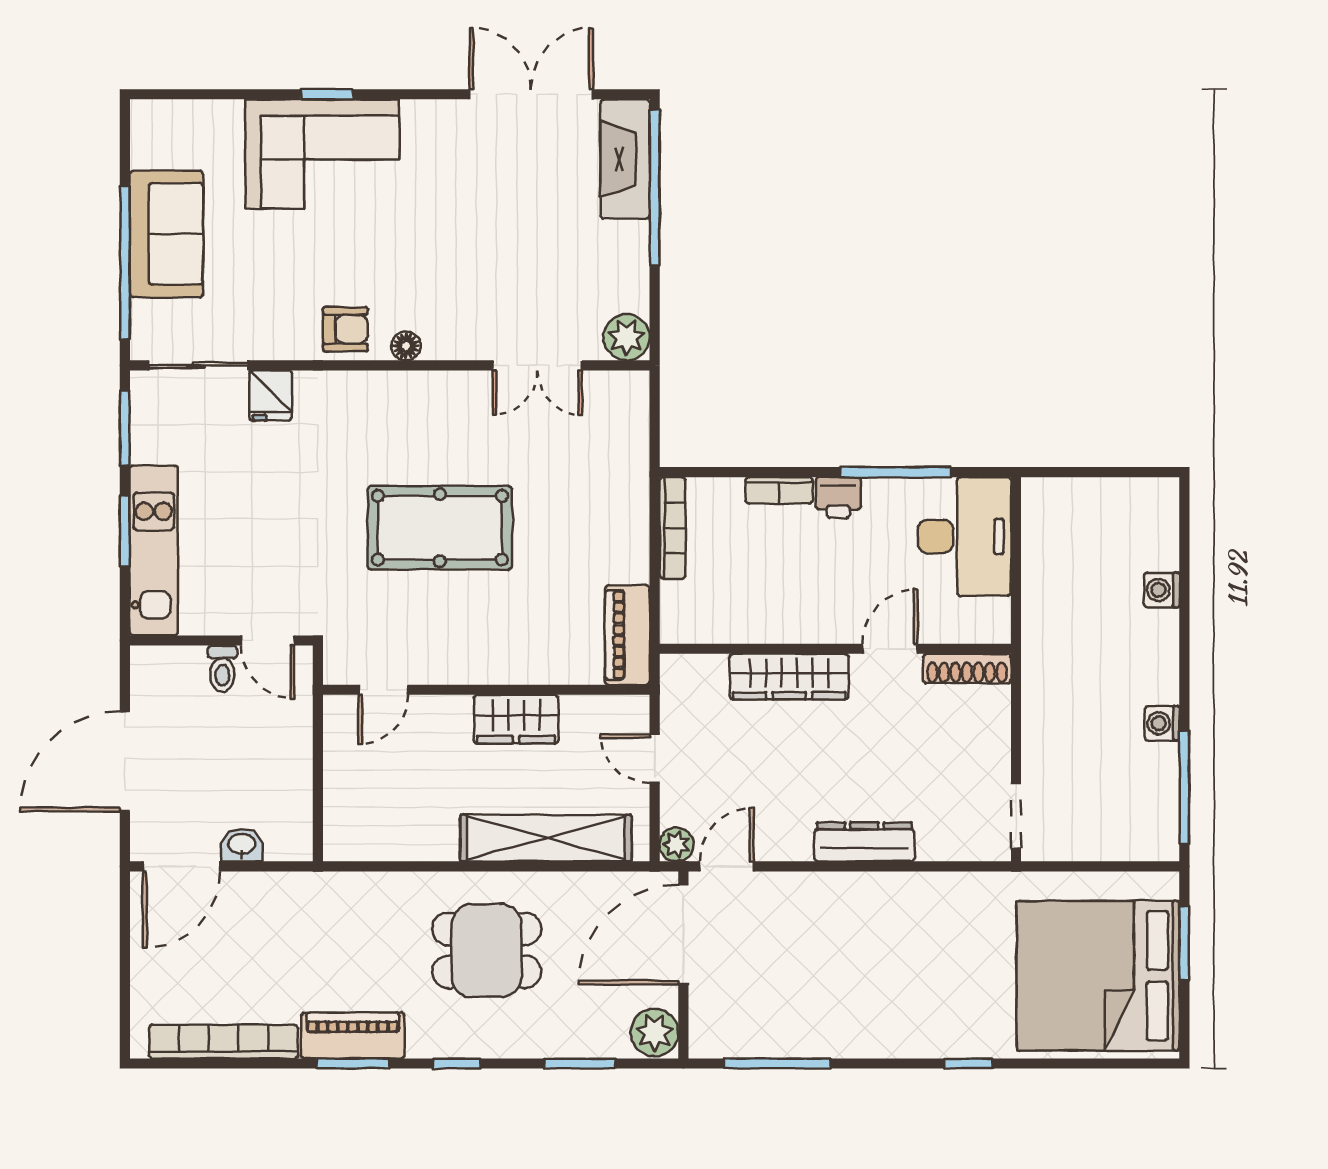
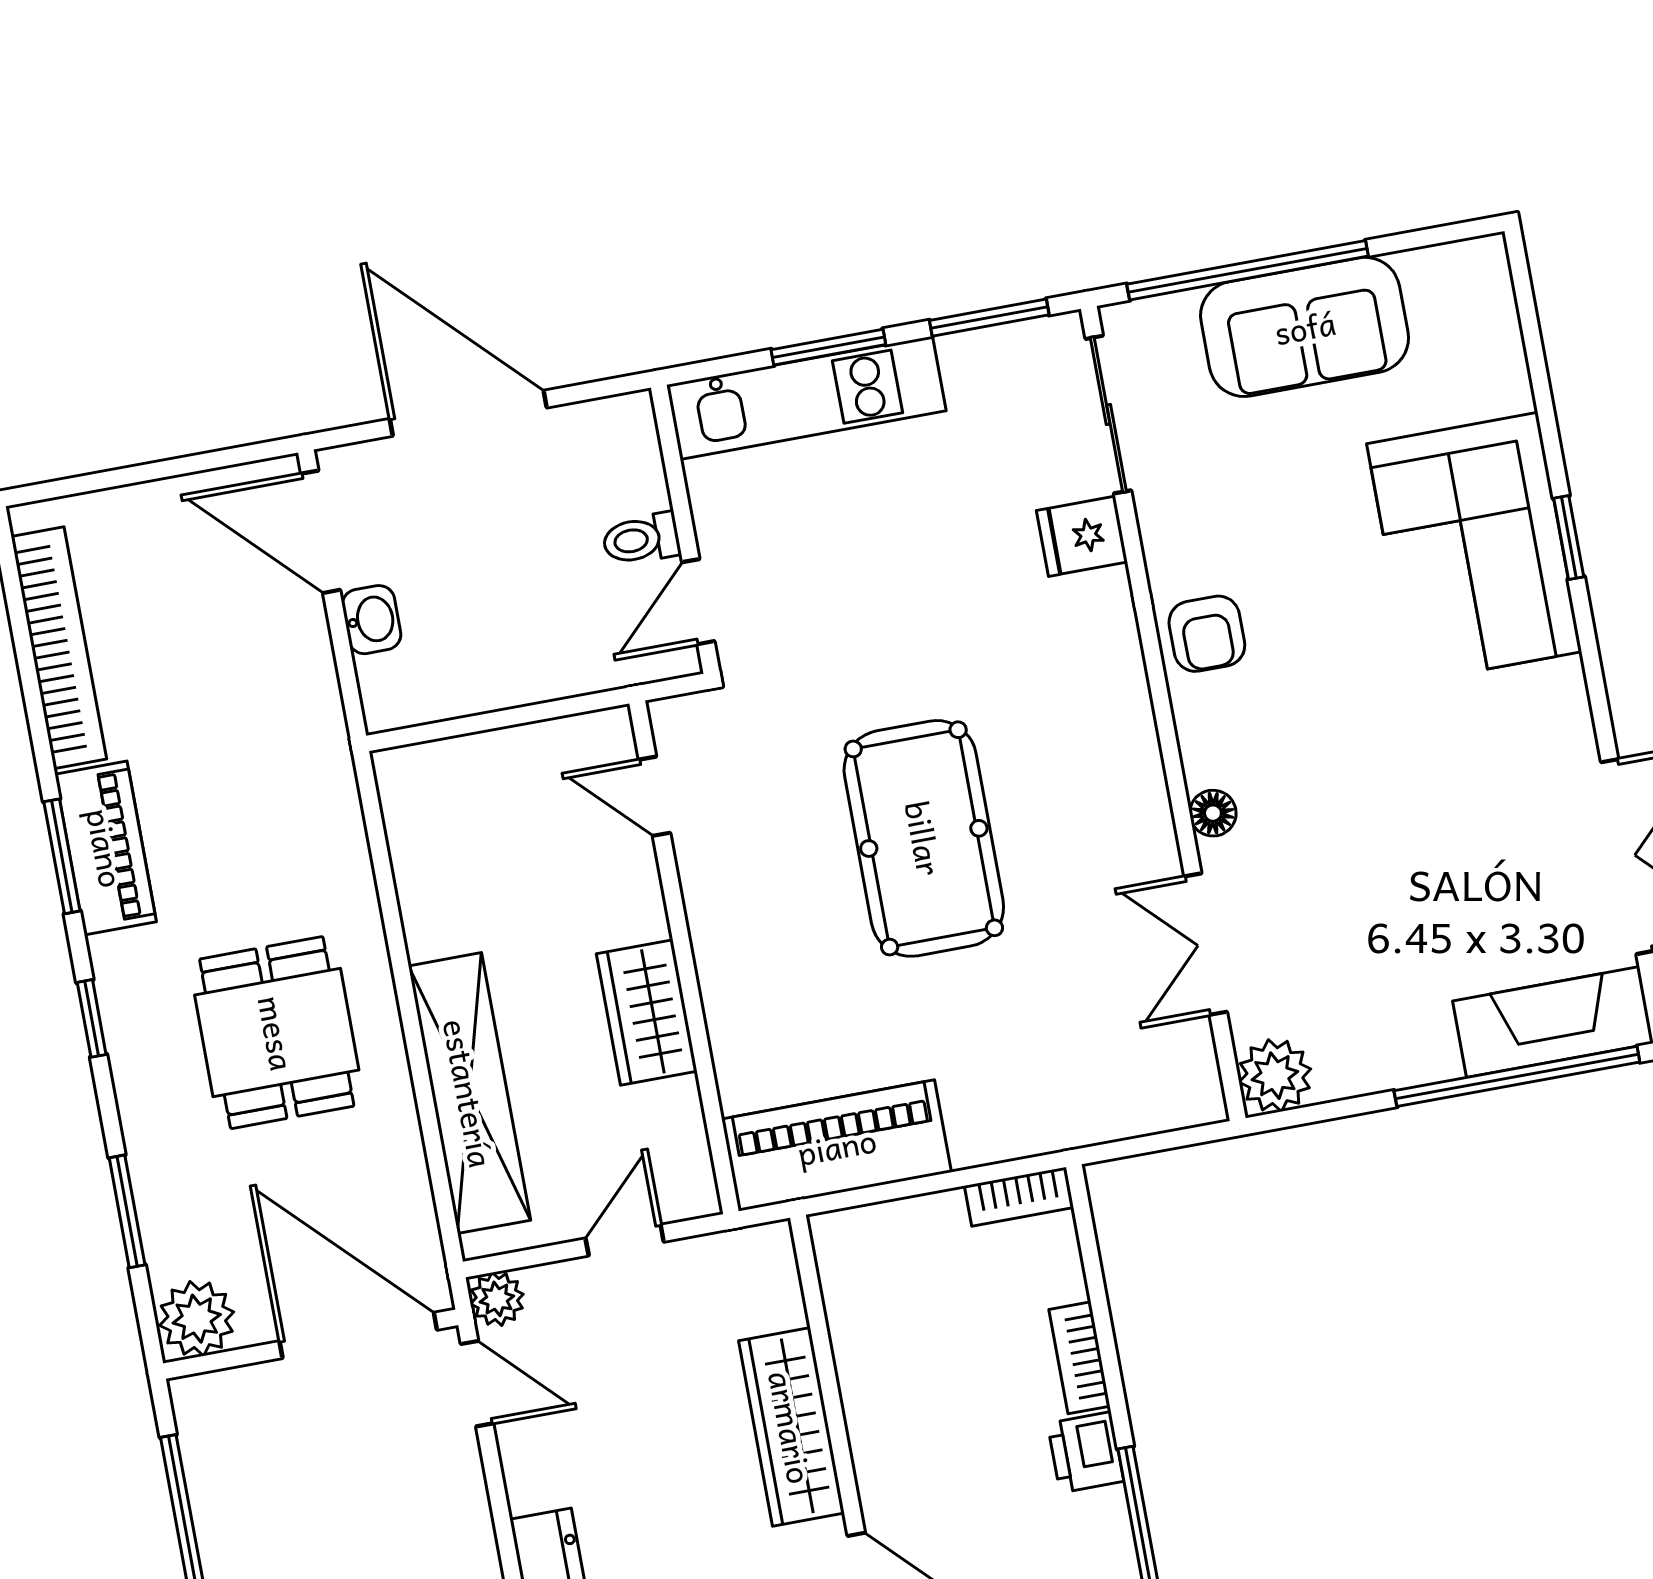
floor lamp: (406, 346) -> (1213, 813), moved
bookcase: (673, 528) -> (1019, 1197), width x0.64
piano: (627, 635) -> (837, 1146), width x1.37, depth x1.33

